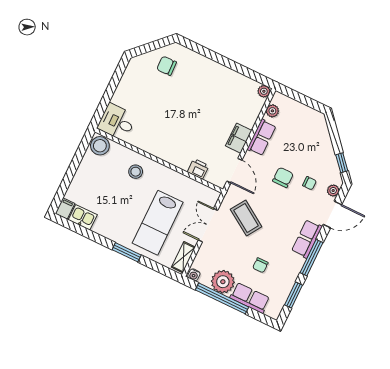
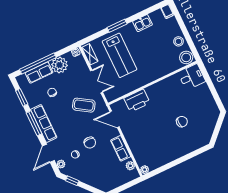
chair: (167, 66) -> (182, 122), moved
filing cabinet: (239, 138) -> (130, 136), removed
printer: (198, 169) -> (137, 101), width x1.87, depth x1.48
stool: (136, 172) -> (179, 41), moved
kitchen sink: (83, 217) -> (142, 23), moved
lab bench: (158, 223) -> (120, 55), turned 180
row of seats: (307, 239) -> (44, 124), width x1.48
window: (222, 298) -> (38, 63), moved

